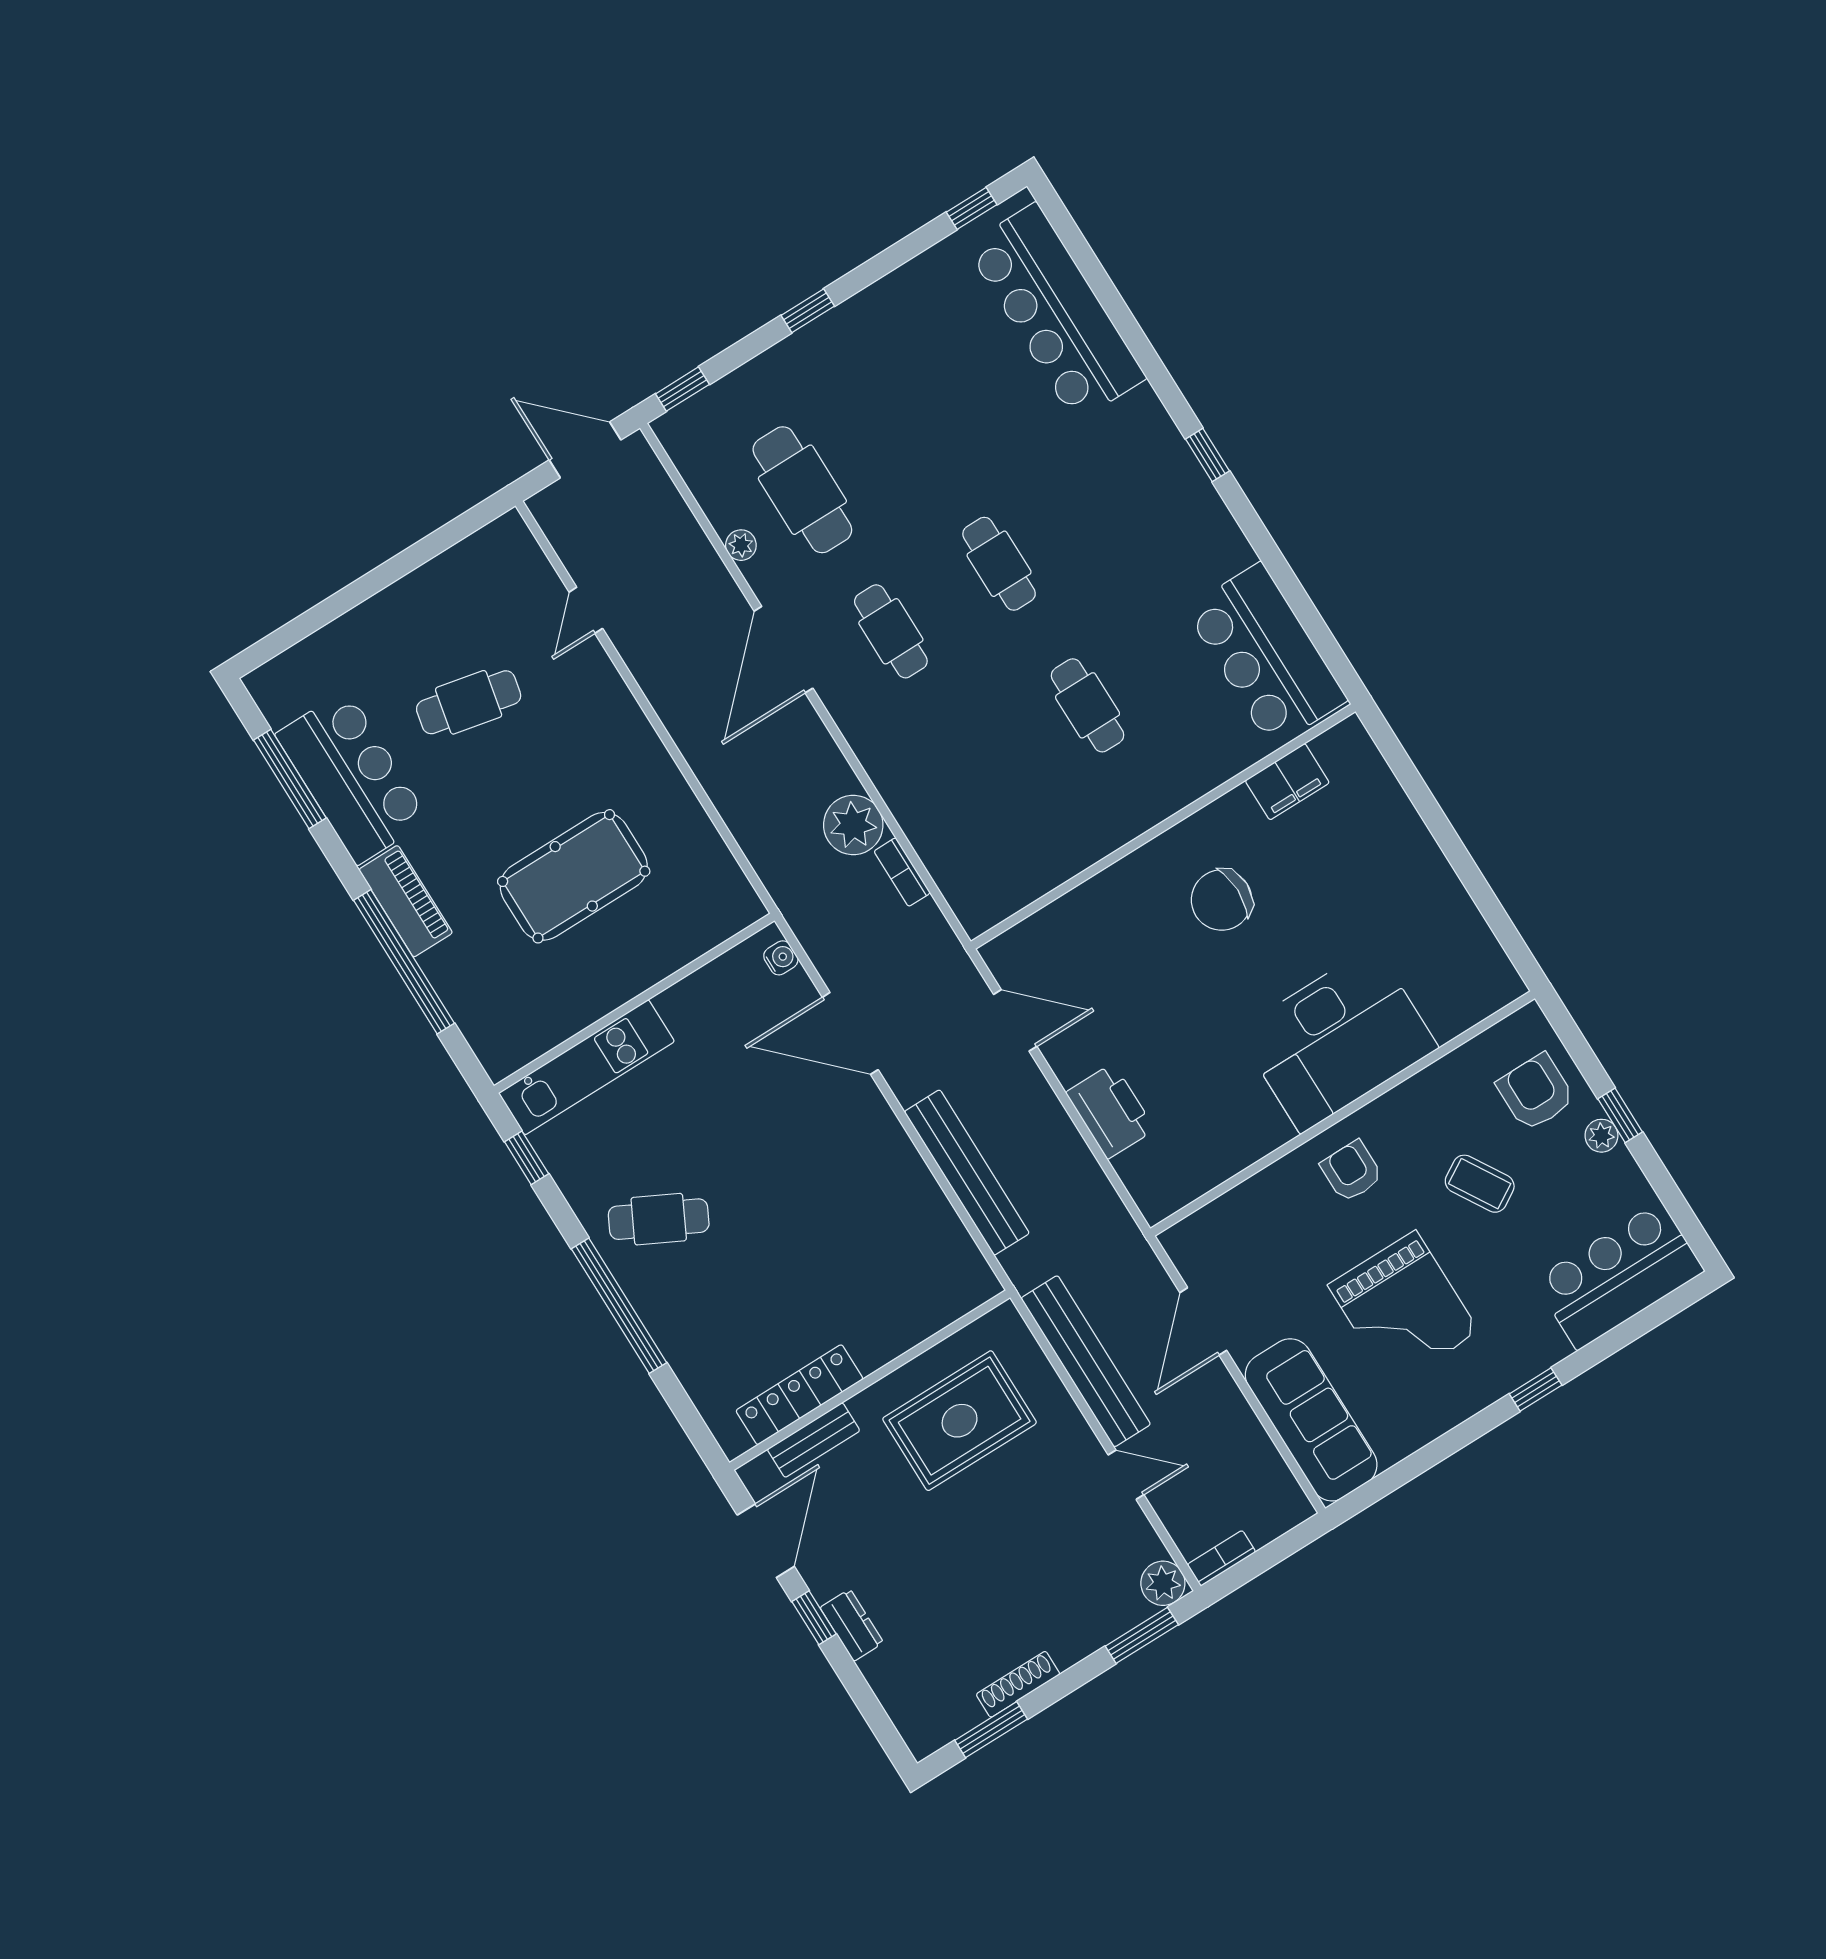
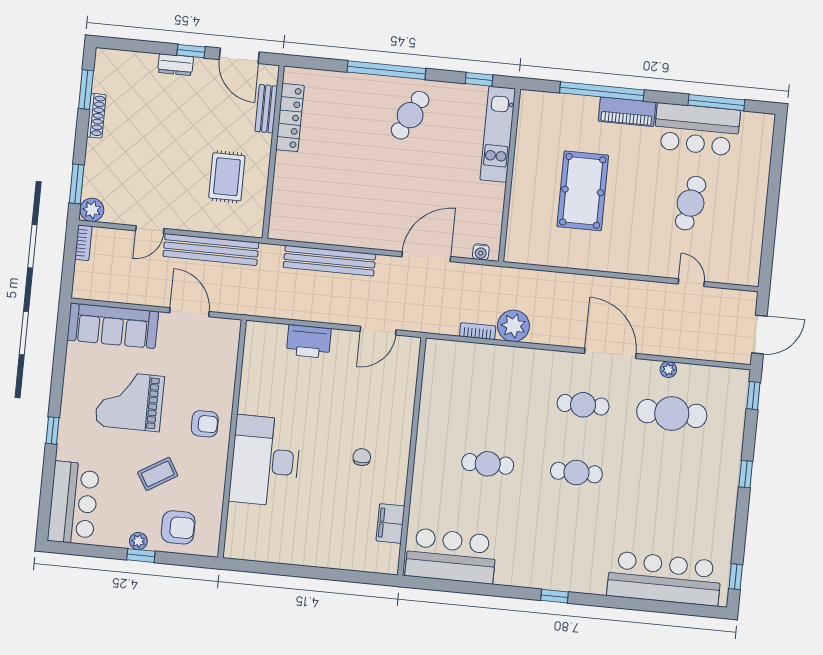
chair: (1222, 900) -> (362, 457), width x0.54, depth x0.54
rug: (960, 1421) -> (227, 177), width x0.73, depth x0.70

